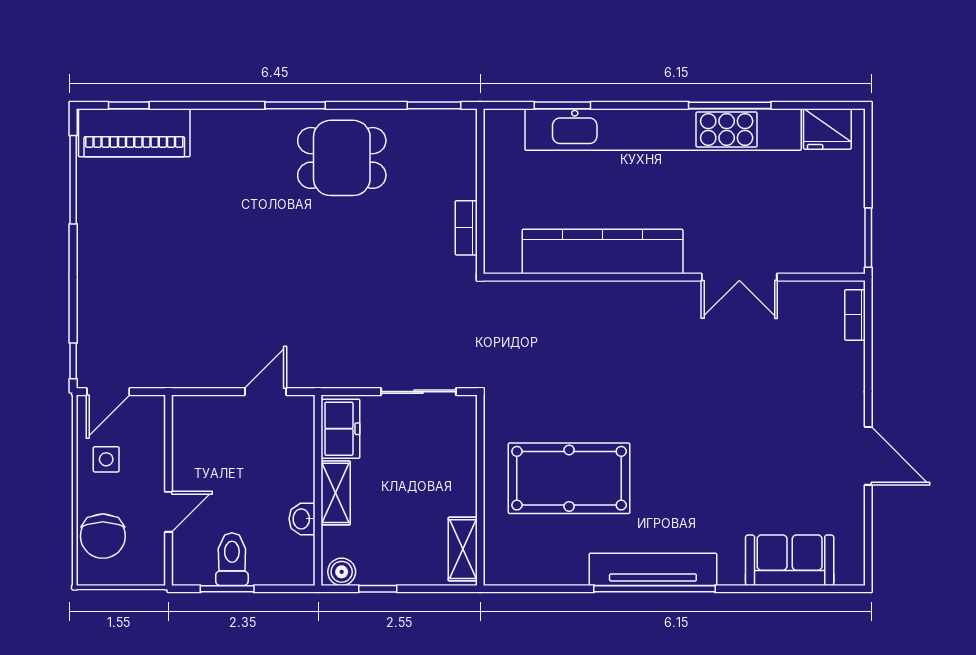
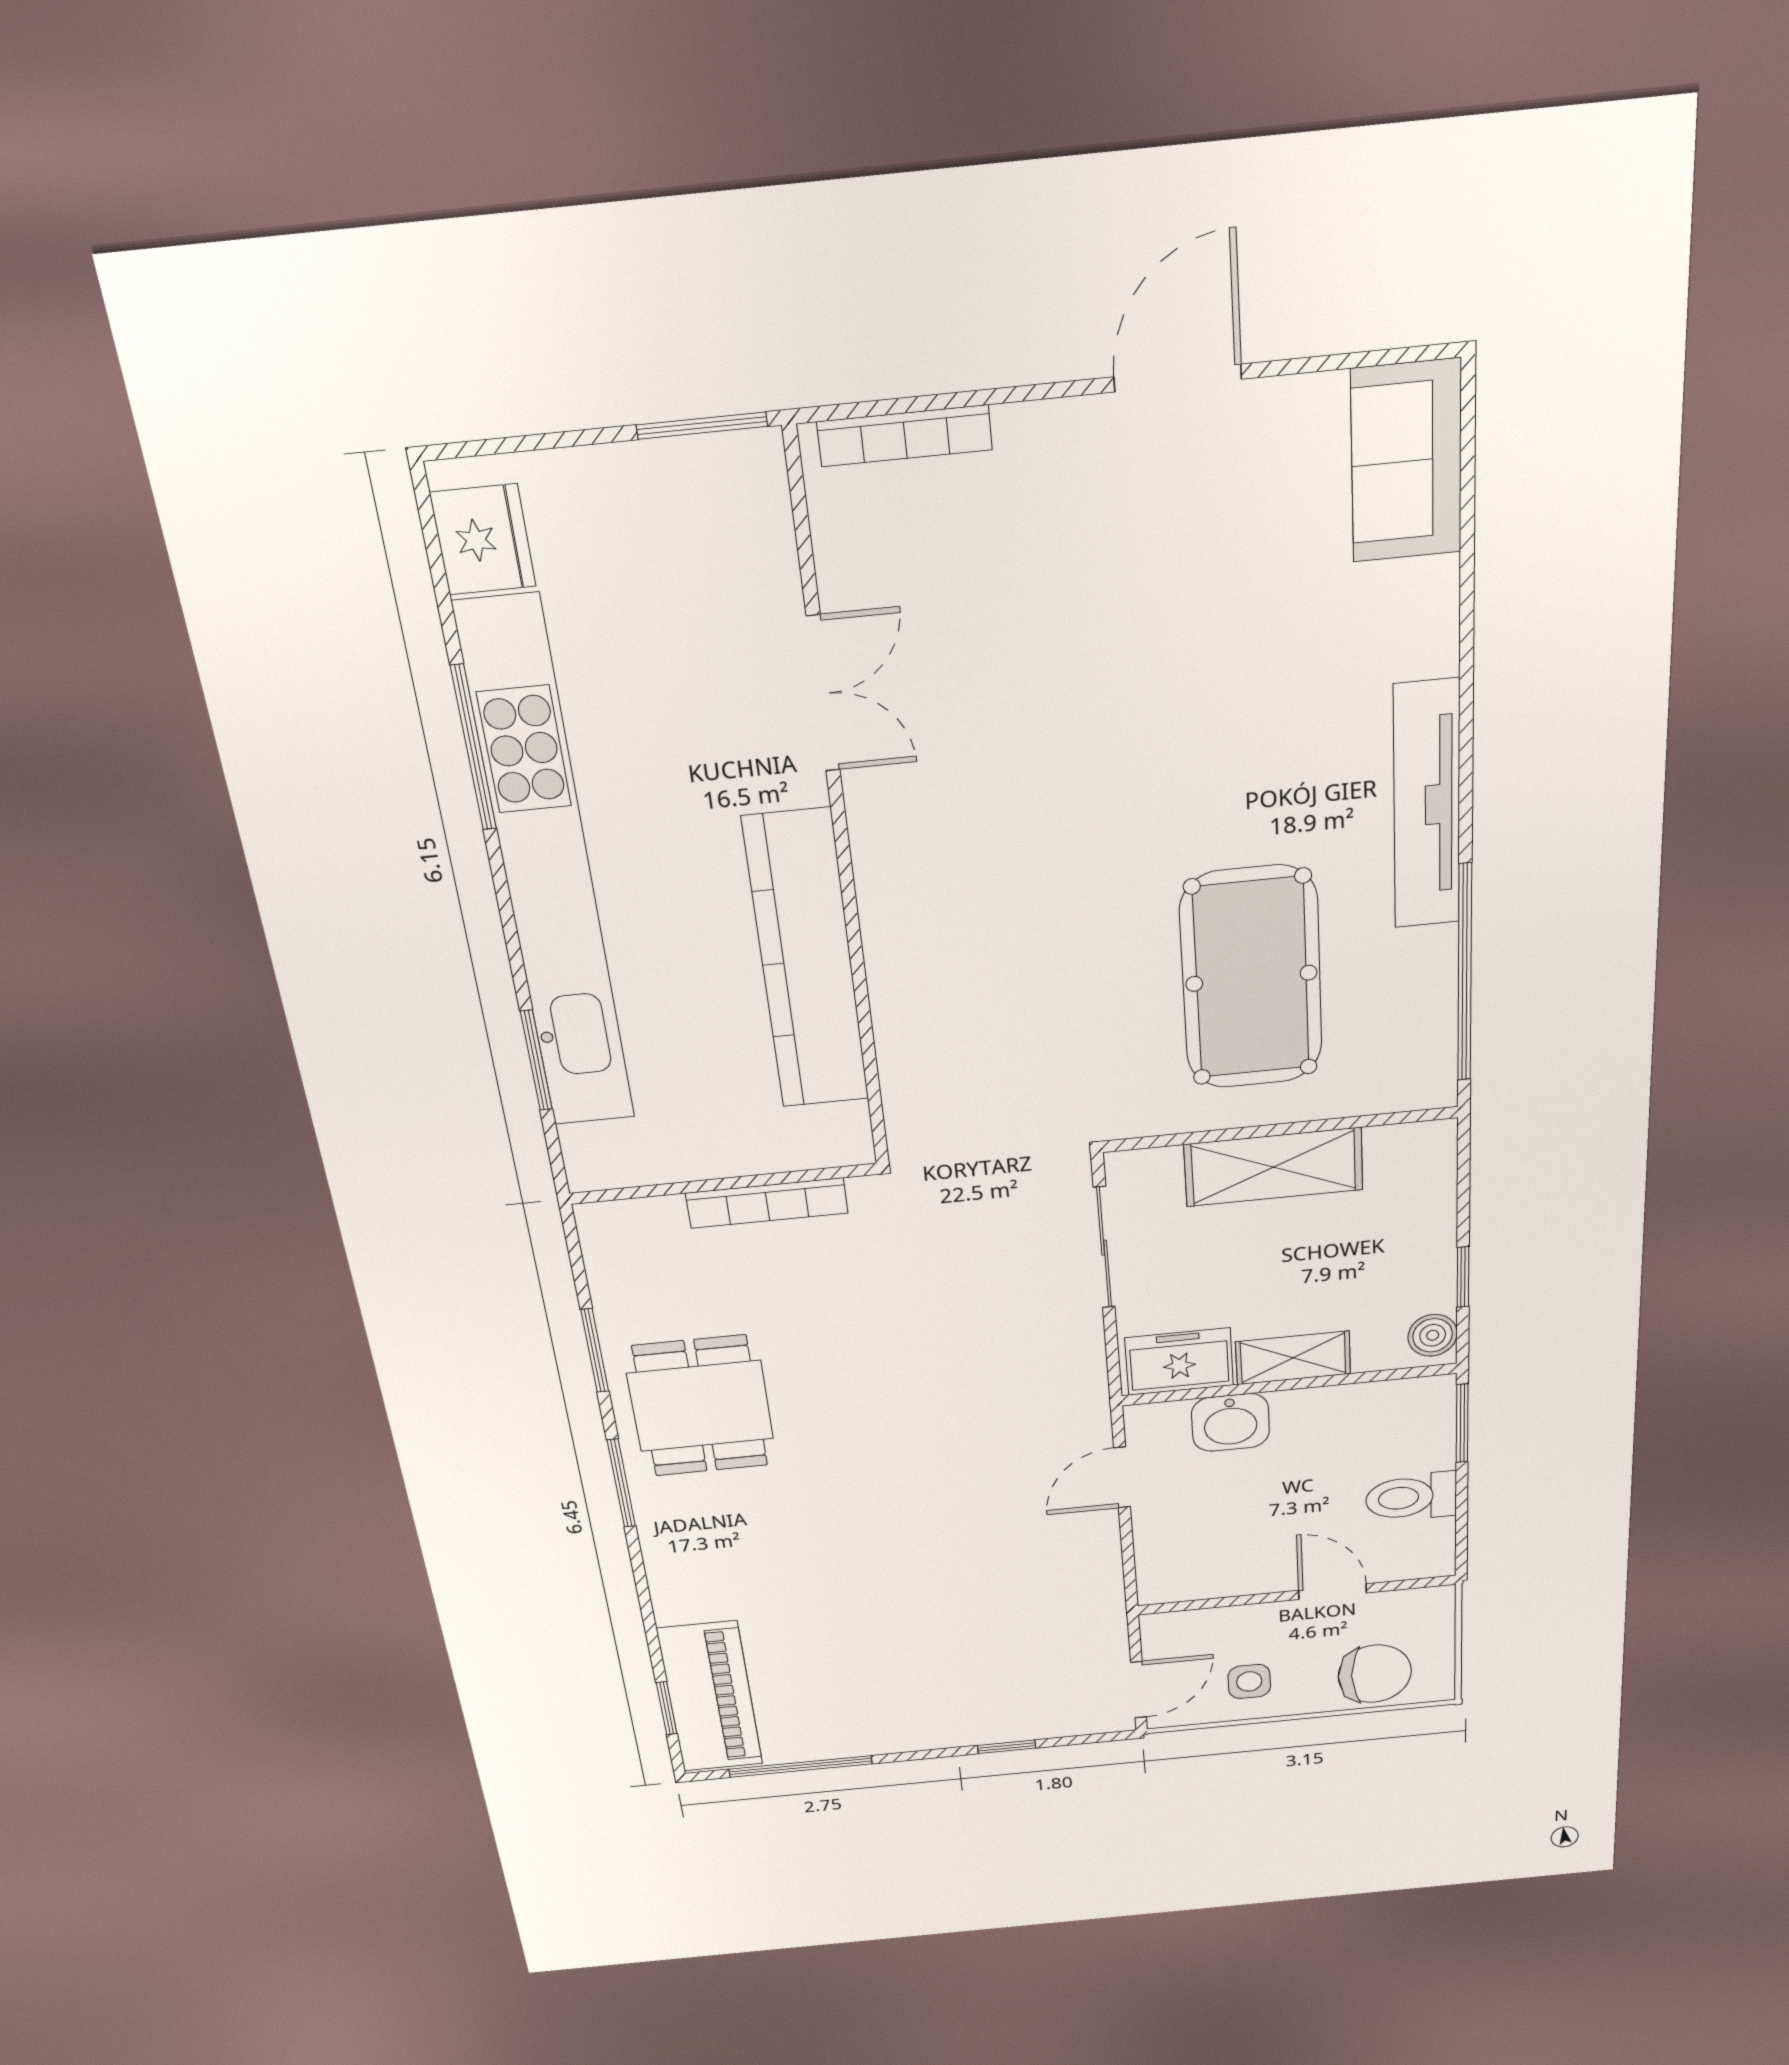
window: (434, 105) -> (595, 1351), moved
bookcase: (466, 228) -> (767, 1203), width x1.56
bookcase: (855, 315) -> (905, 436), width x1.56
window: (73, 361) -> (1007, 1747), moved
door: (108, 392) -> (1139, 1690), hinge flipped
door: (266, 392) -> (1122, 1477), hinge flipped
washbasin: (302, 519) -> (1230, 1422), moved, width x1.38, depth x1.45
shelving: (463, 549) -> (1274, 1167), moved, width x1.50, depth x1.33
sofa: (790, 560) -> (1406, 461), moved
window: (227, 589) -> (1462, 1423), moved
window: (654, 589) -> (1465, 974), moved

